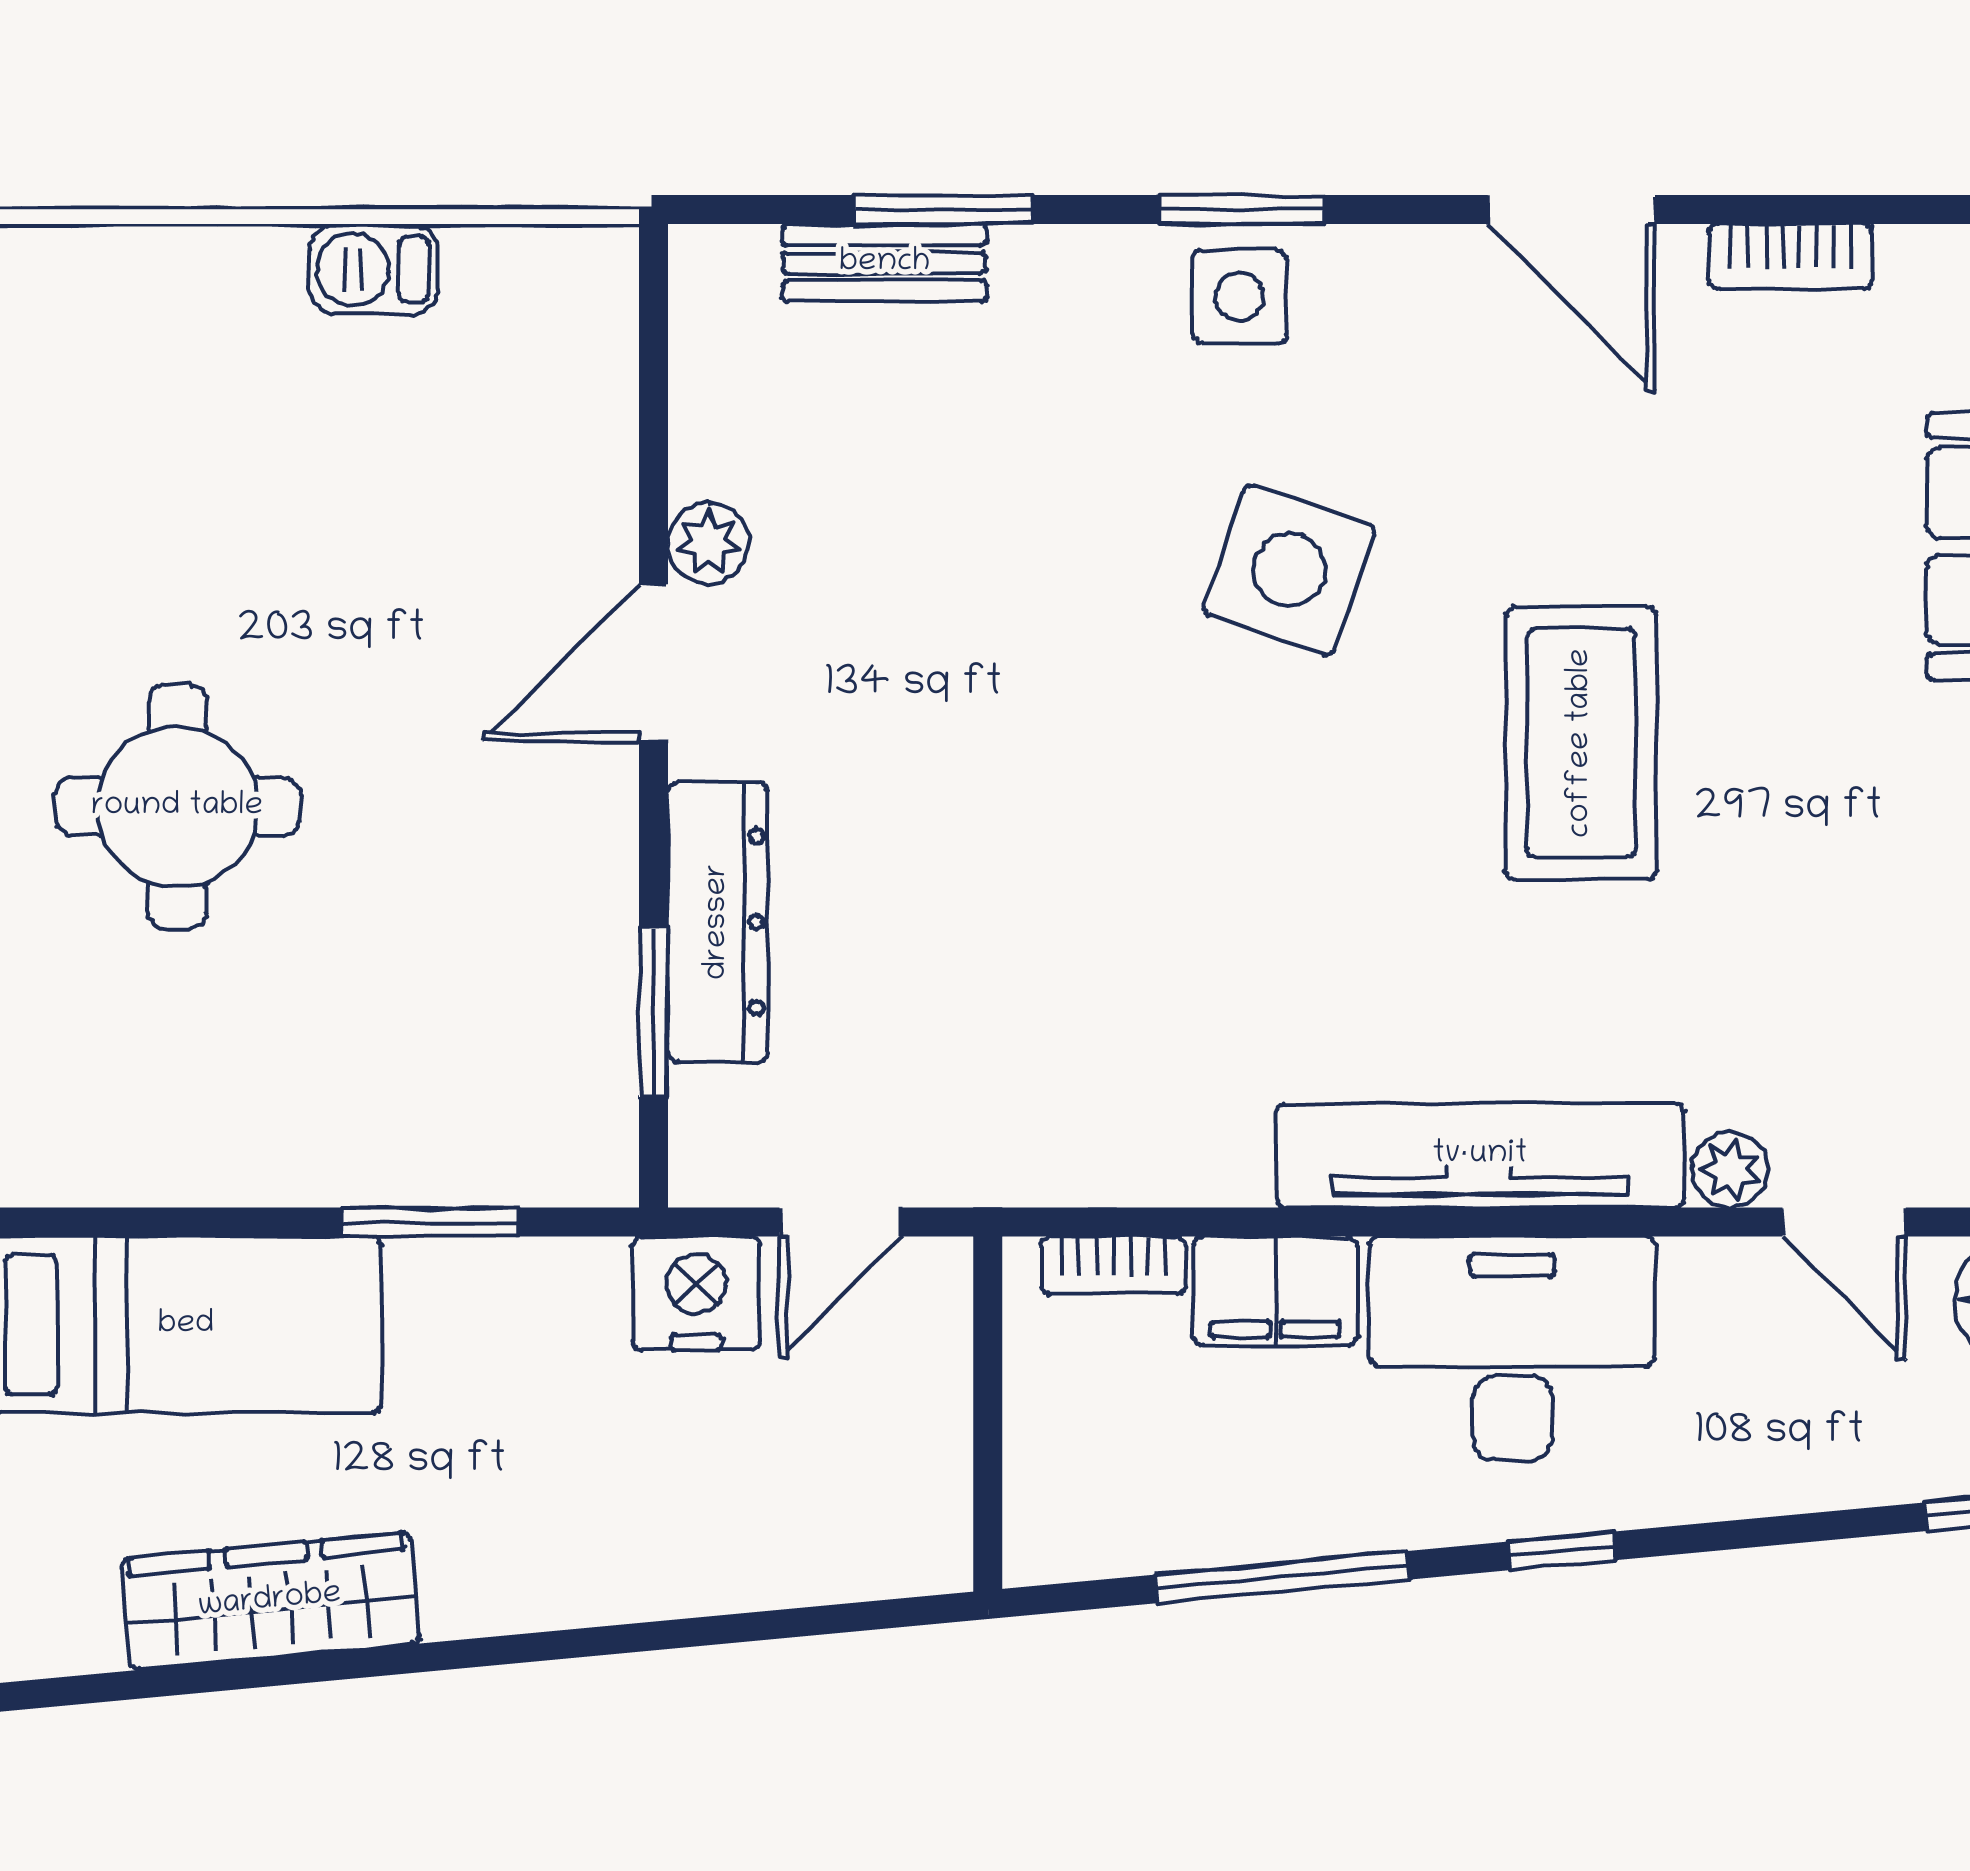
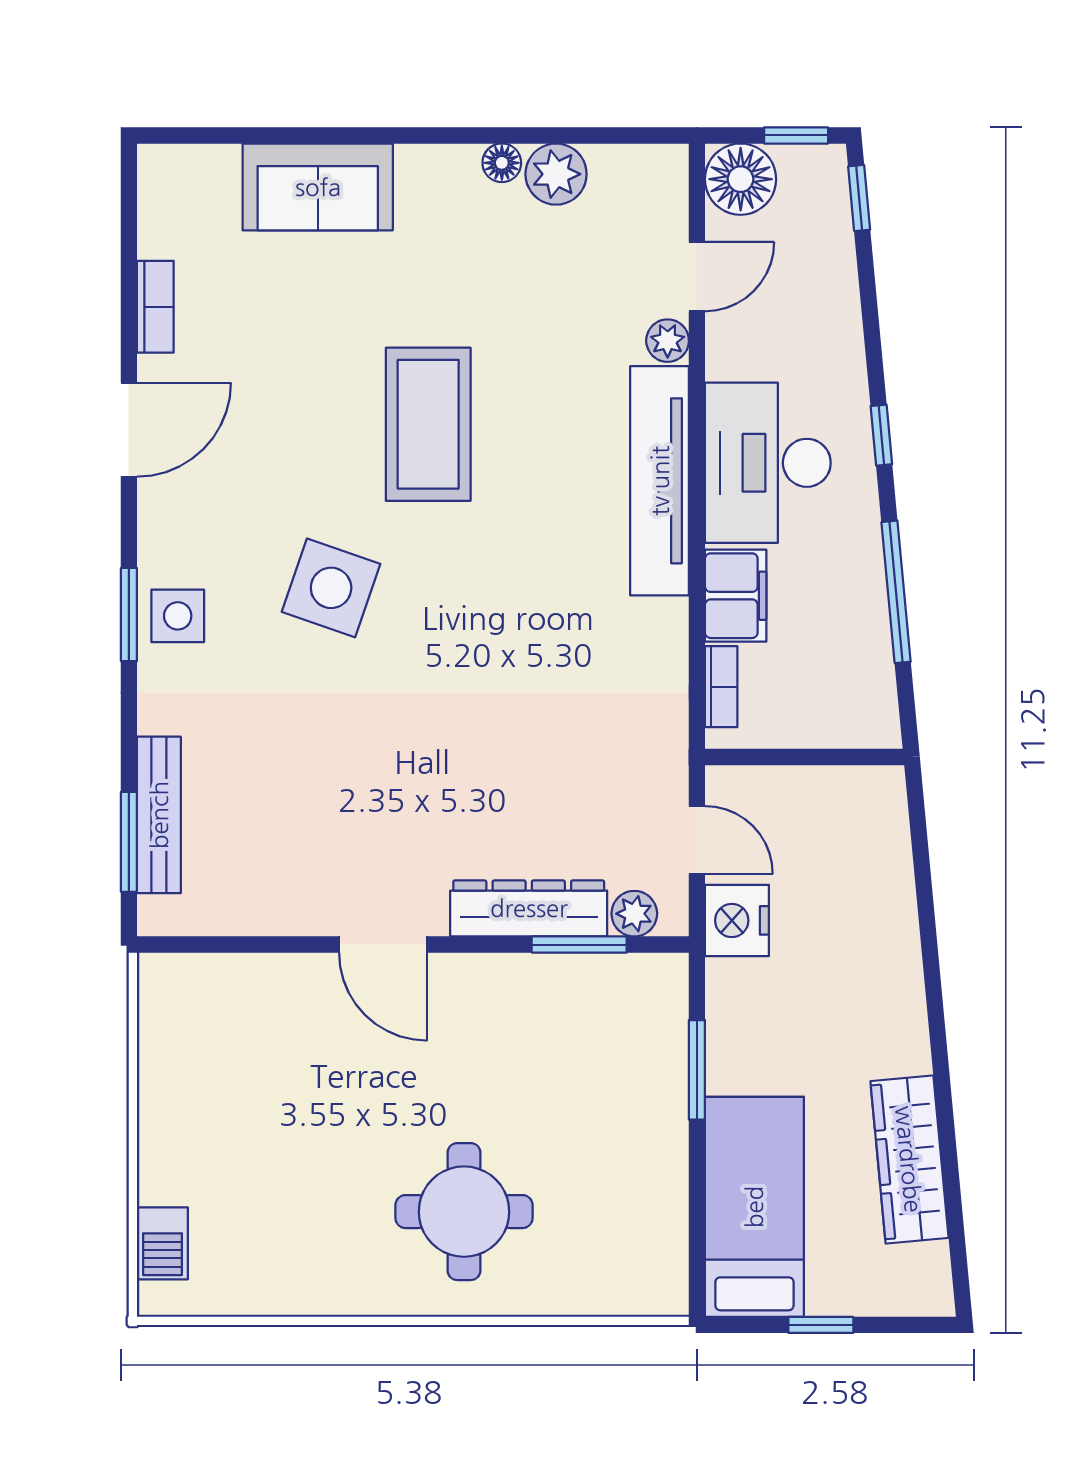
window: (943, 209) -> (129, 842), moved
bench: (885, 263) -> (159, 815), width x1.36
barbecue: (373, 269) -> (162, 1243), moved
plant: (708, 543) -> (634, 914), moved
coffee table: (1581, 743) -> (428, 424), turned 90

